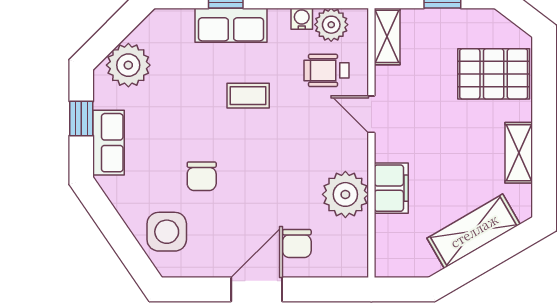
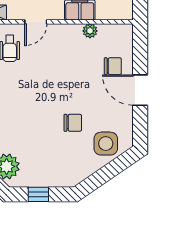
coffee table: (248, 96) -> (25, 95), removed
row of seats: (109, 143) -> (53, 178), removed
plant: (345, 194) -> (90, 31), width x0.53, depth x0.53

